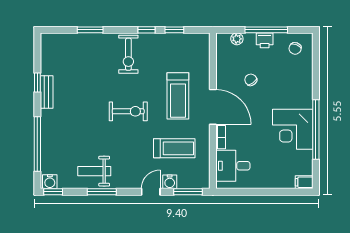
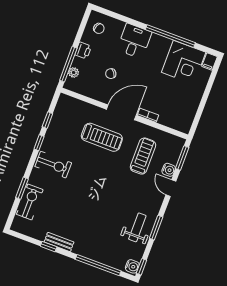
window: (266, 30) -> (68, 64), moved
exercise bike: (128, 111) -> (30, 202), moved
corner desk: (293, 129) -> (184, 62), moved
desk: (233, 166) -> (134, 41), moved, turned 180
weight bench: (94, 171) -> (137, 227), turned 180

